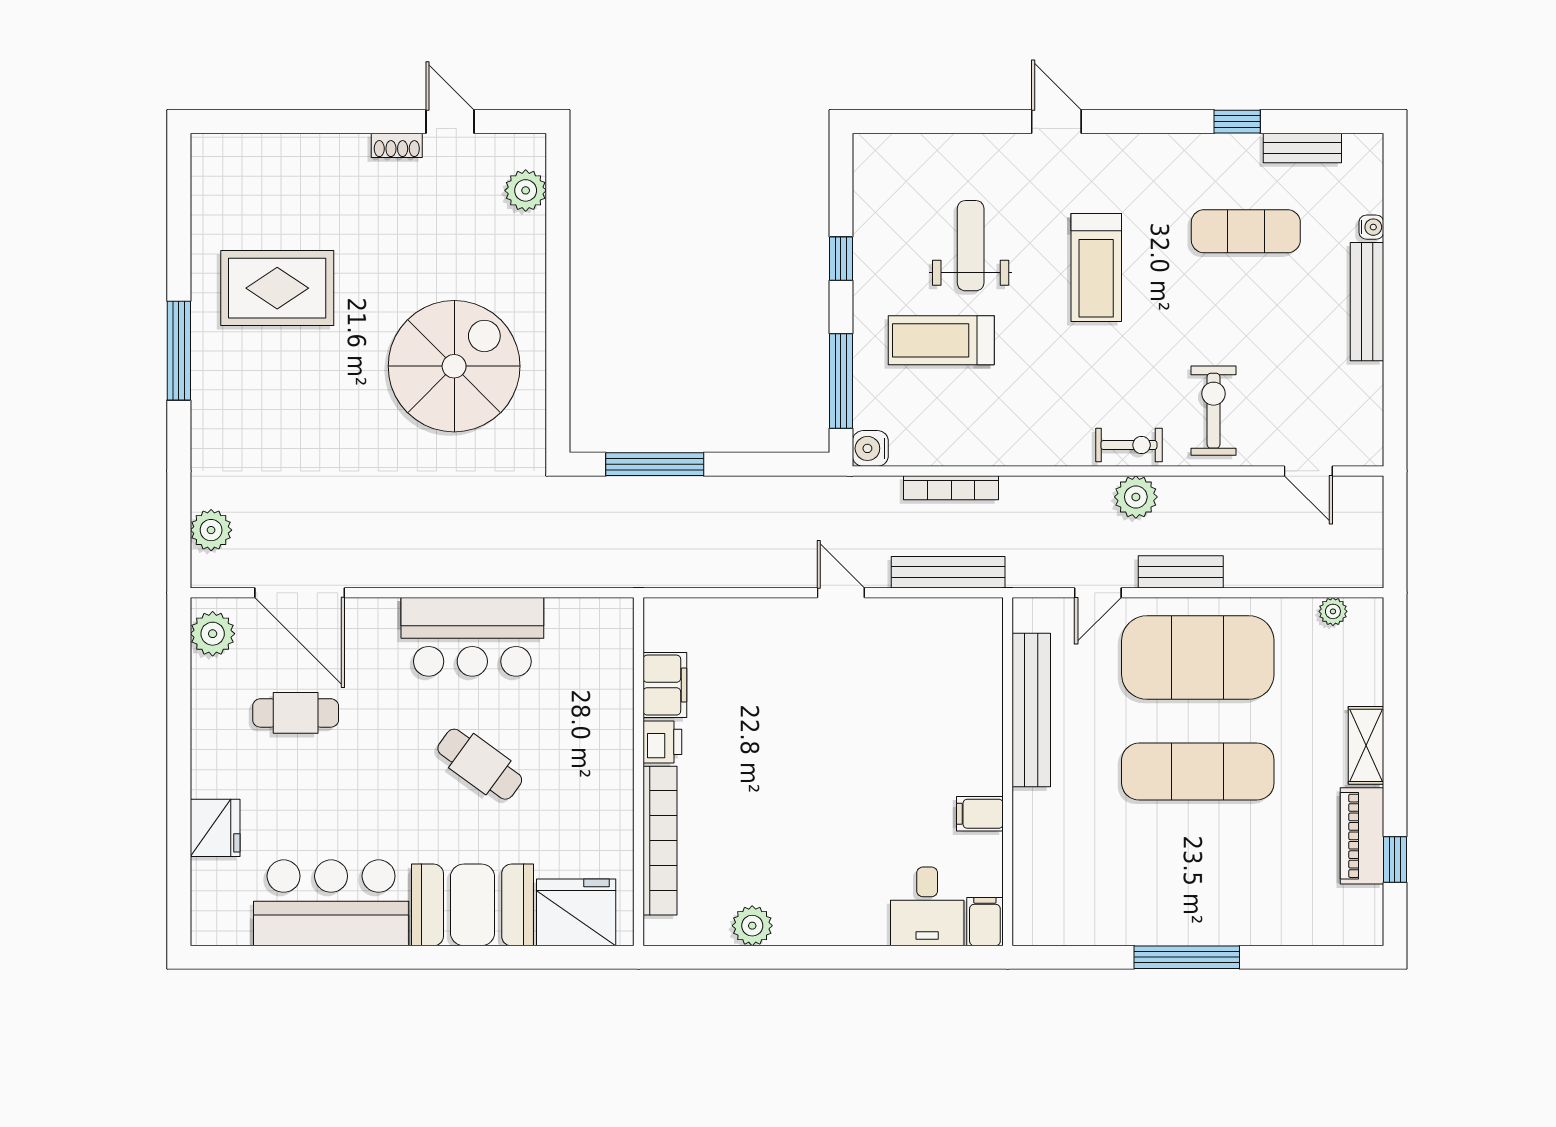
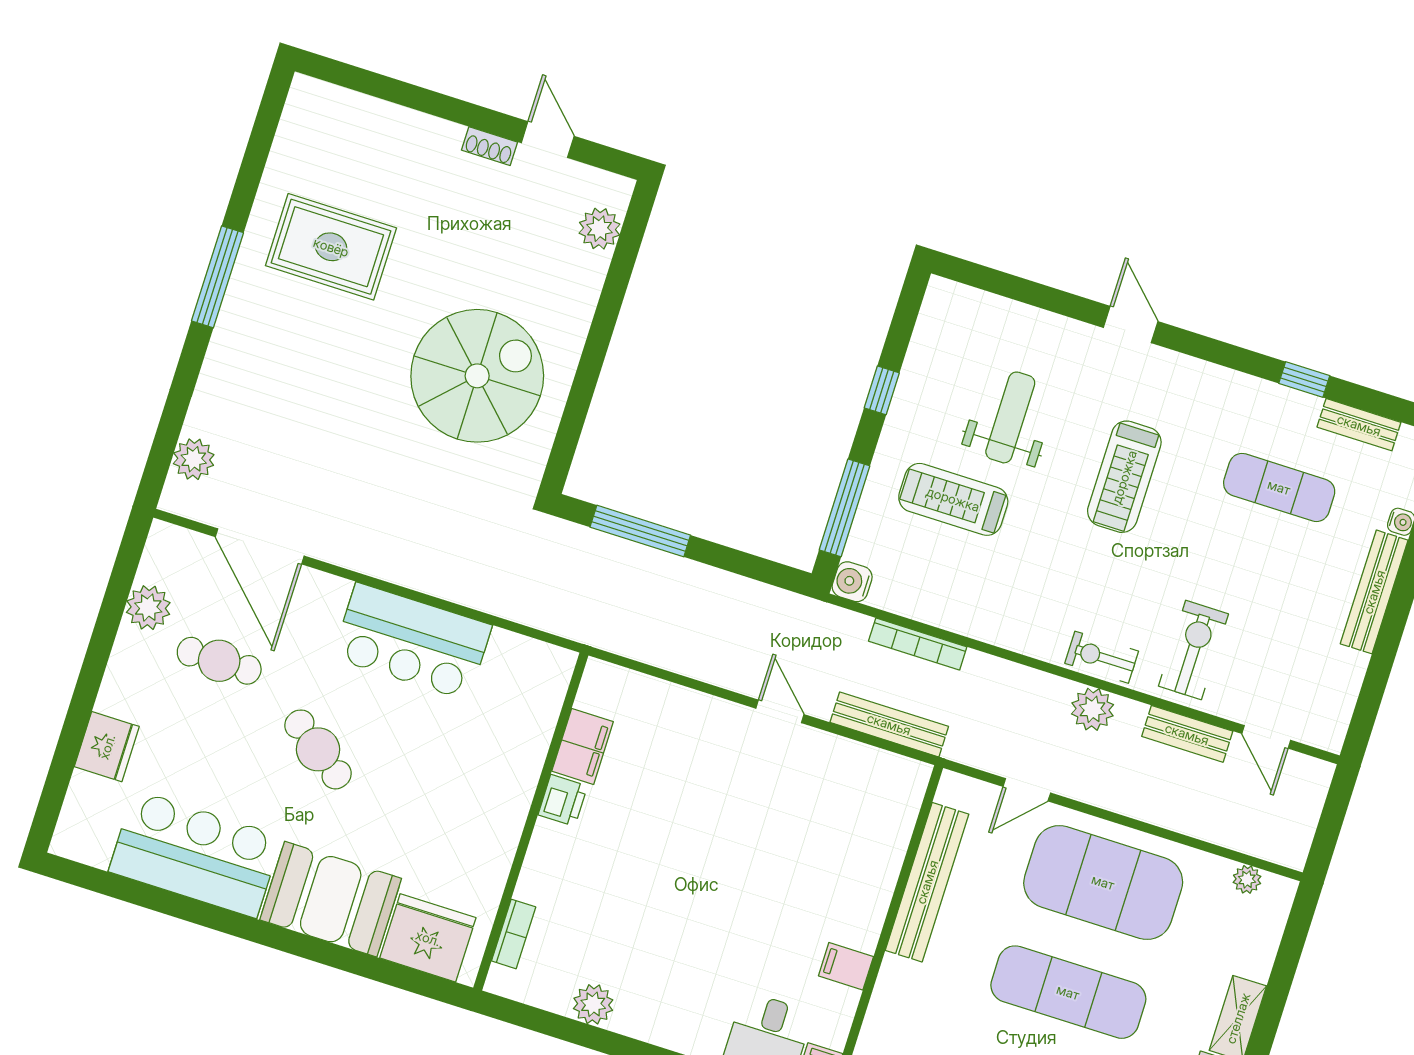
exercise bike: (1129, 445) -> (1102, 657), turned 180
bench: (1181, 572) -> (1187, 734), moved
plant: (213, 634) -> (148, 608), moved
cafe table: (480, 764) -> (318, 749), moved
bookcase: (660, 841) -> (514, 934), width x0.43, depth x0.76

